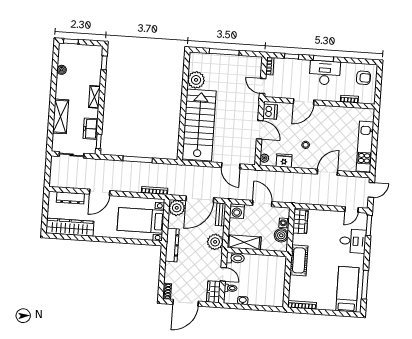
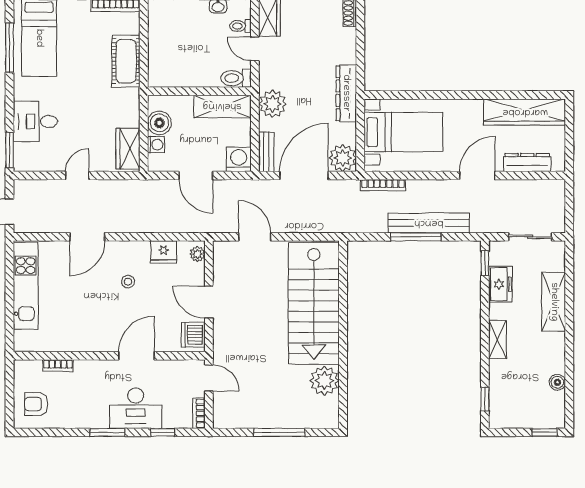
desk: (325, 73) -> (136, 408), moved
bench: (130, 167) -> (429, 223), added
door: (351, 210) -> (77, 176), moved
cot: (299, 260) -> (126, 61), moved

